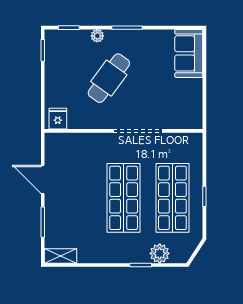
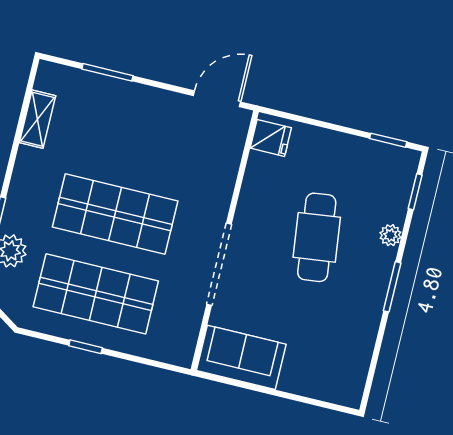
sofa: (189, 53) -> (241, 357), moved
cafe table: (109, 78) -> (317, 237), turned 47
door: (43, 179) -> (217, 99), moved
shelving: (61, 256) -> (38, 119), moved

